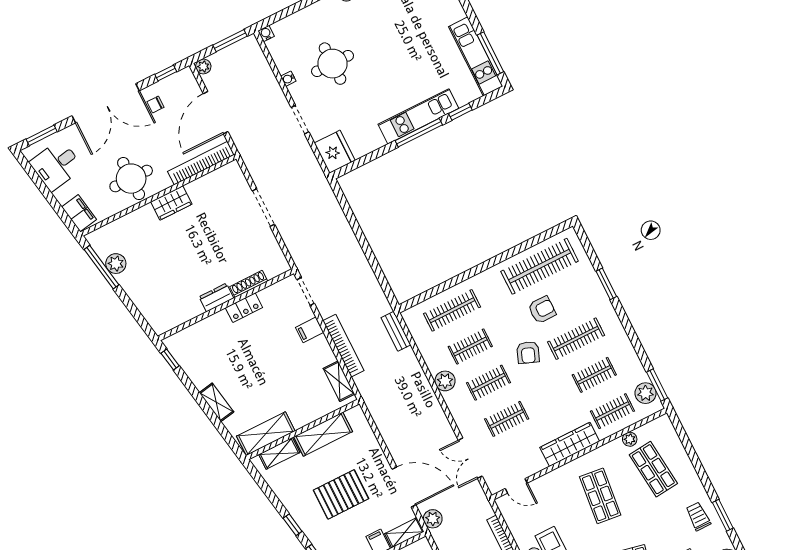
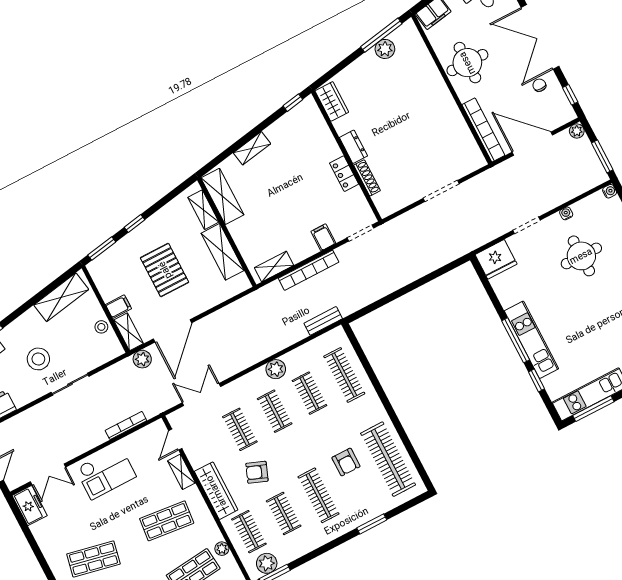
wardrobe: (171, 203) -> (332, 101), moved, turned 180
armchair: (528, 353) -> (257, 472), moved
shelving: (550, 480) -> (181, 472), added

